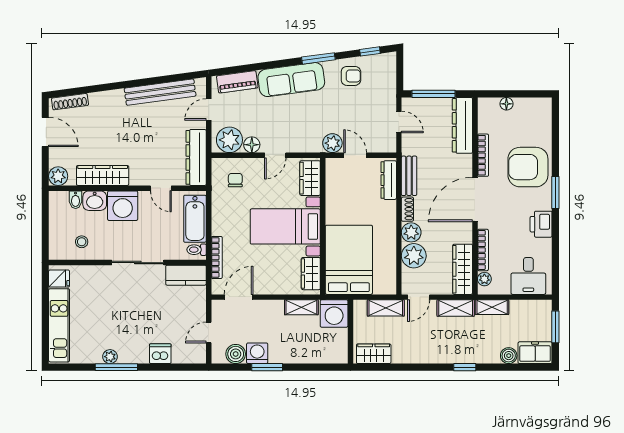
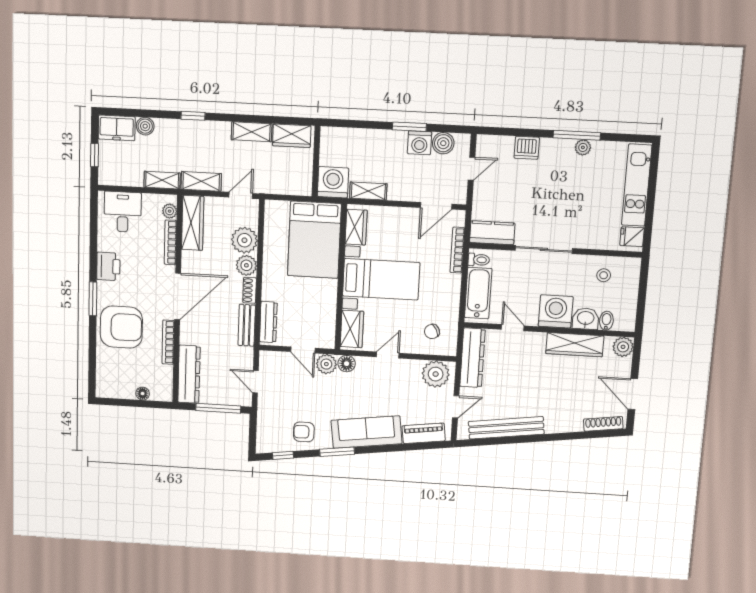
floor lamp: (252, 145) -> (347, 364), moved
chair: (235, 180) -> (432, 332), turned 63
shelving: (386, 308) -> (252, 132), moved
window: (555, 327) -> (94, 155), width x0.67

